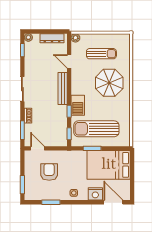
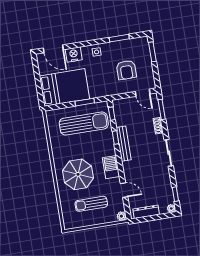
bench: (63, 88) -> (124, 144), moved
barbecue: (78, 105) -> (111, 167), moved

